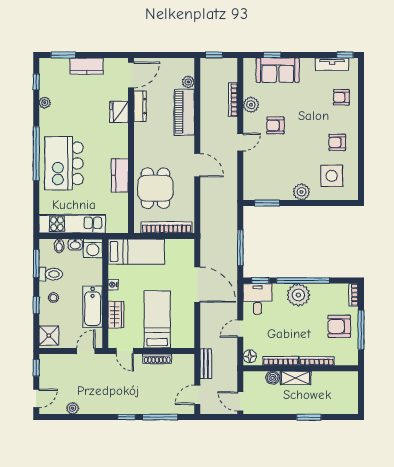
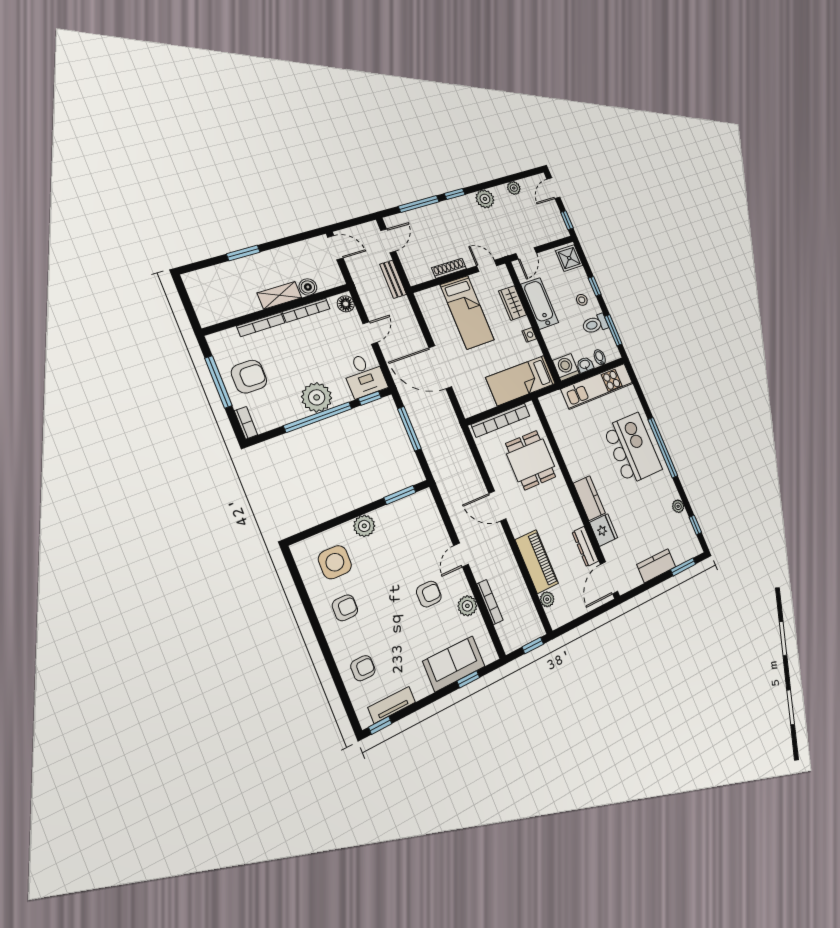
kitchen counter: (120, 175) -> (589, 498), moved
plant: (102, 406) -> (485, 199), added

